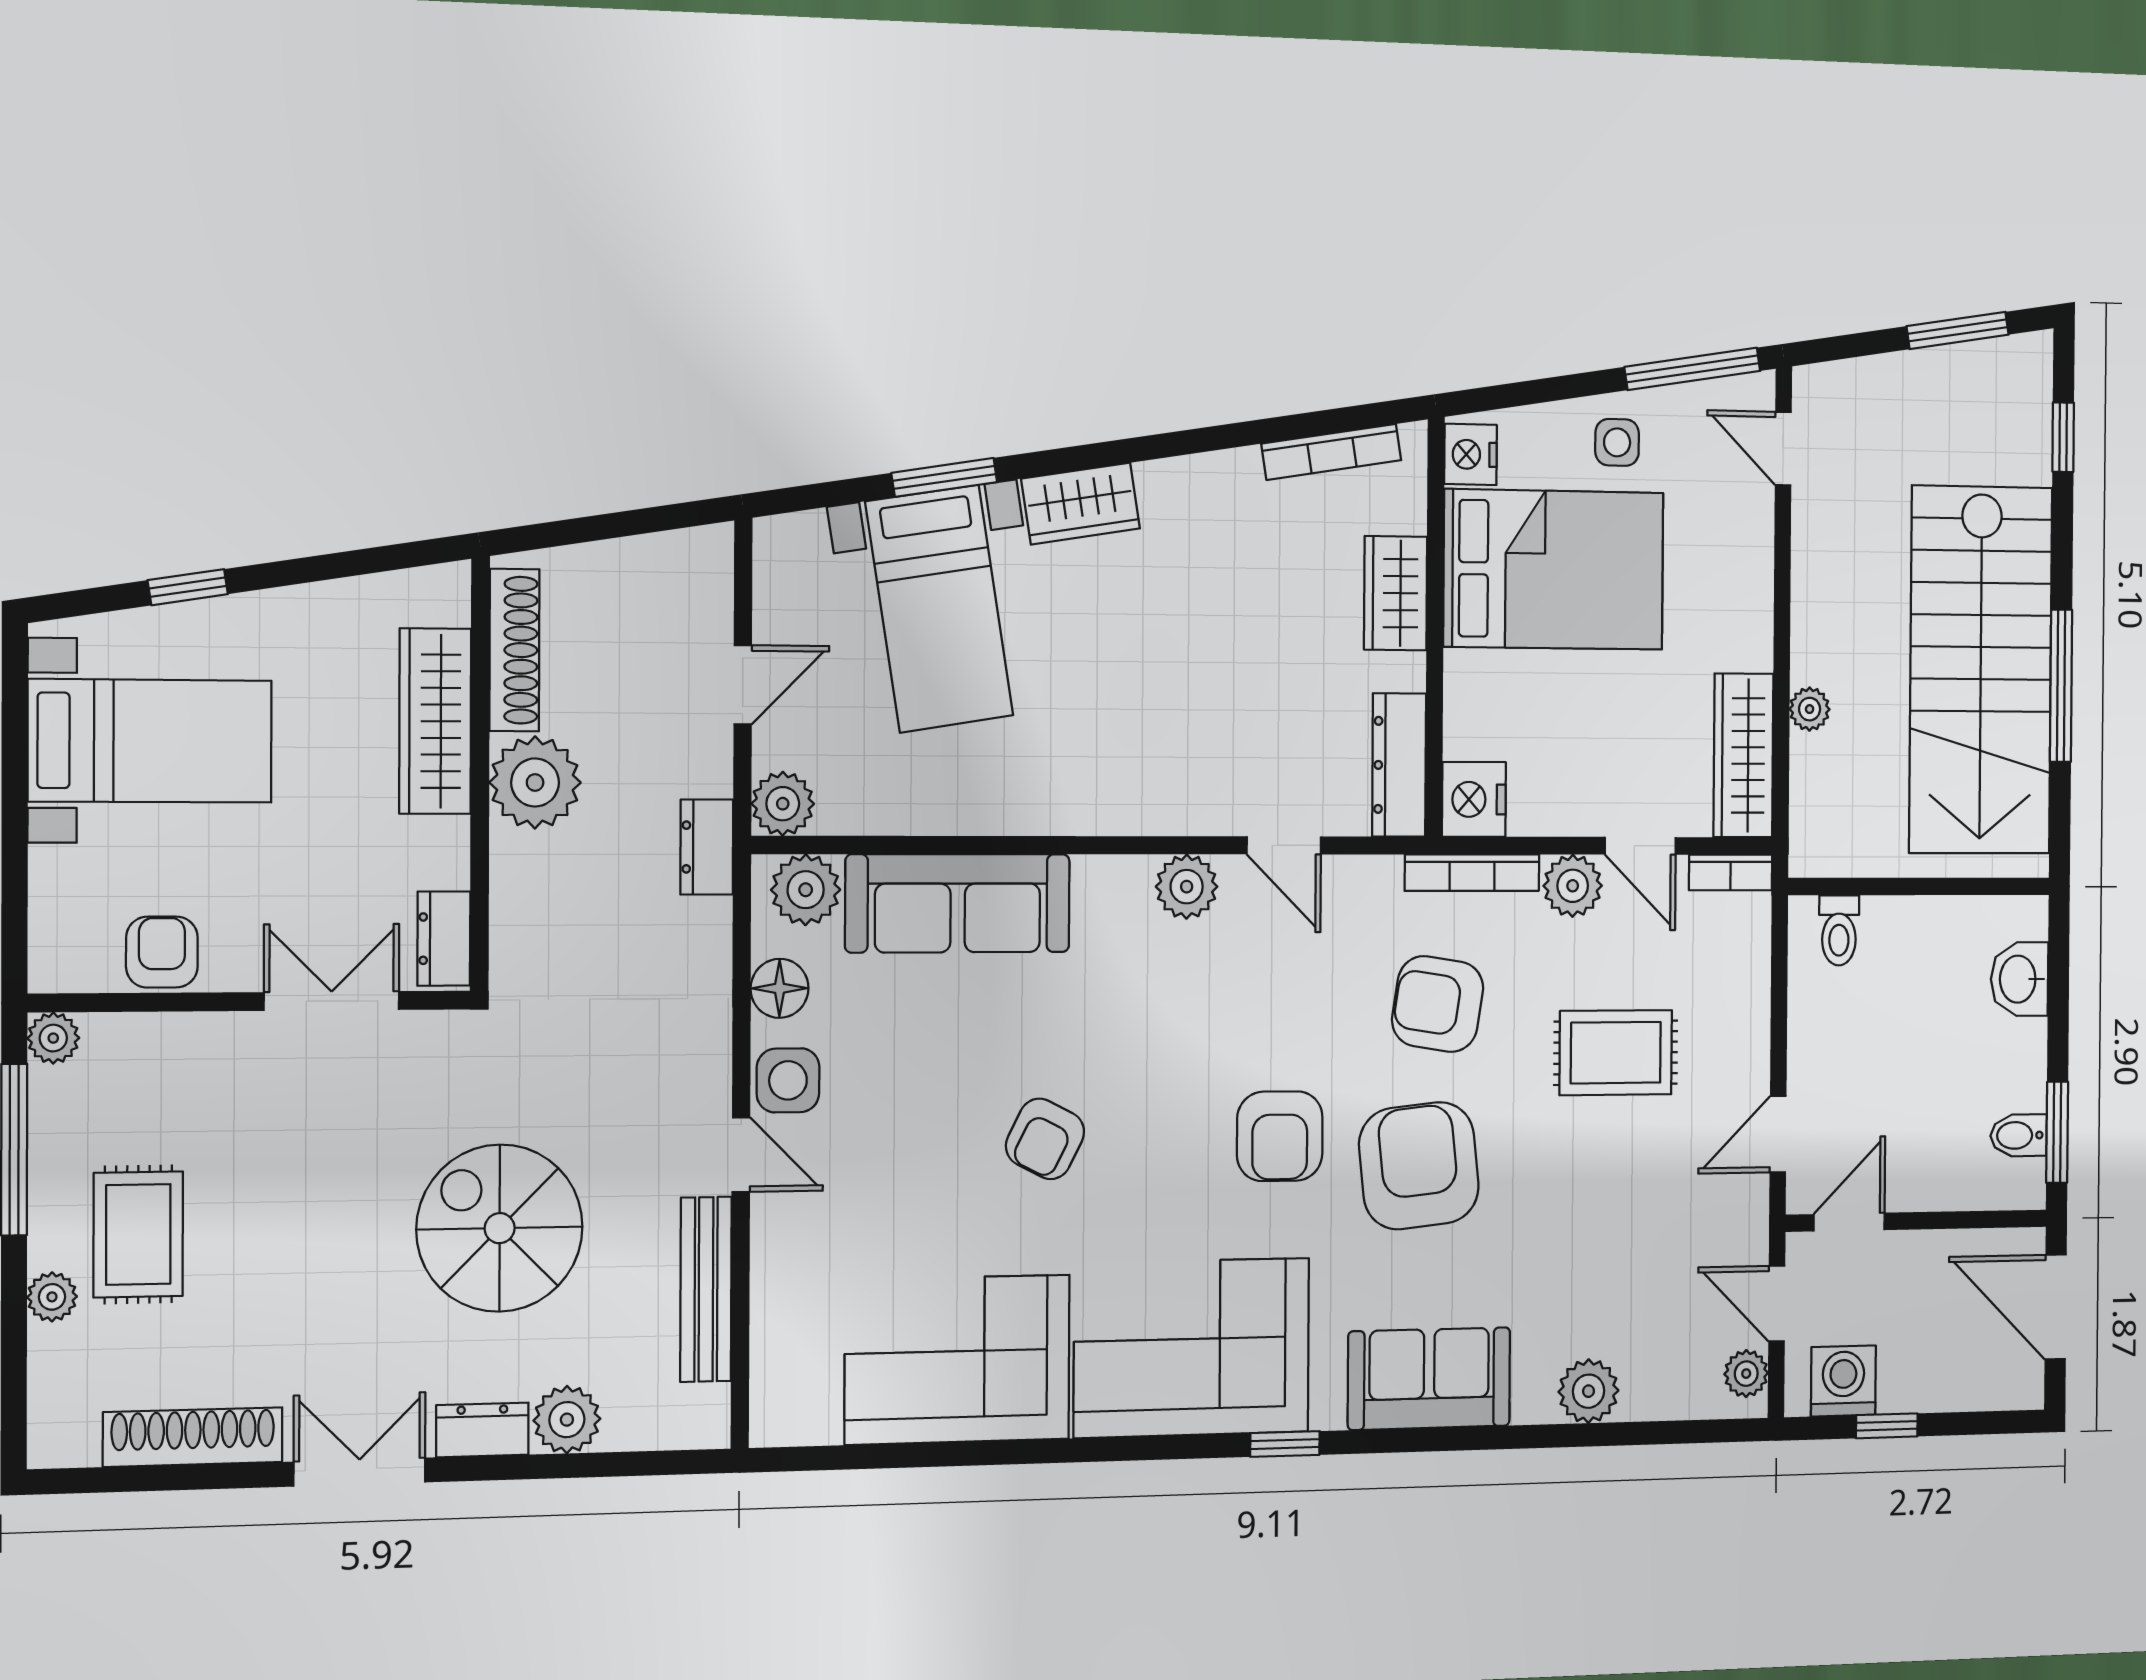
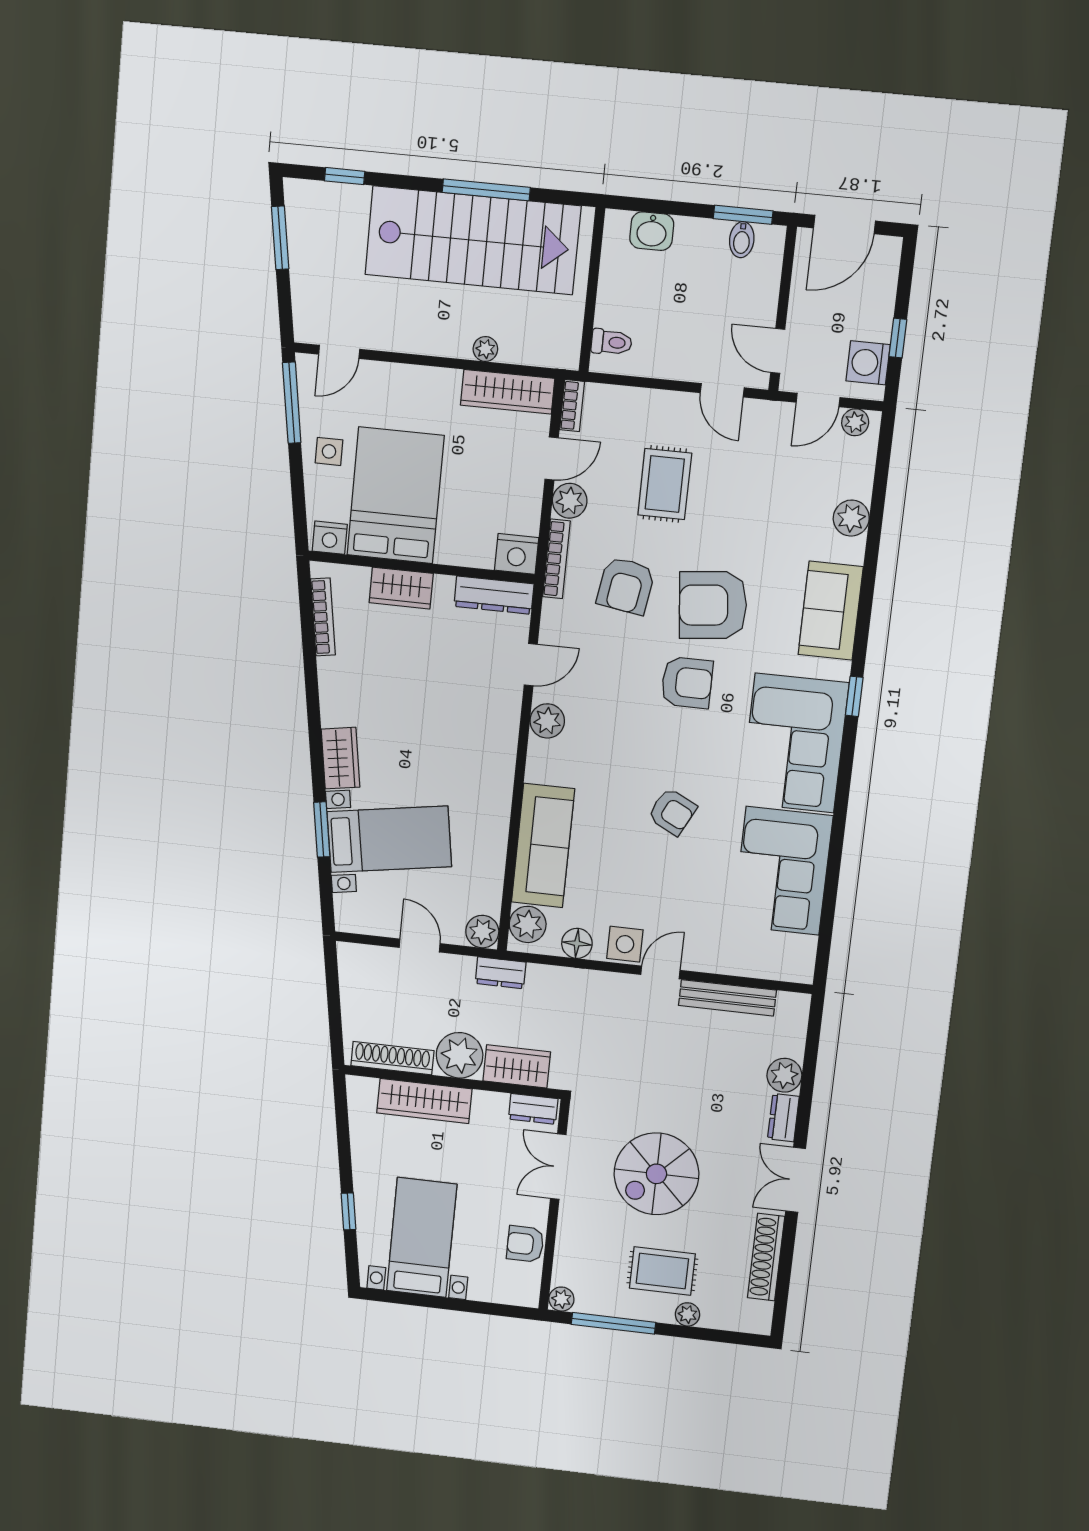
wardrobe: (526, 897) -> (517, 1066), added
spiral stairs: (500, 1228) -> (656, 1174), moved

